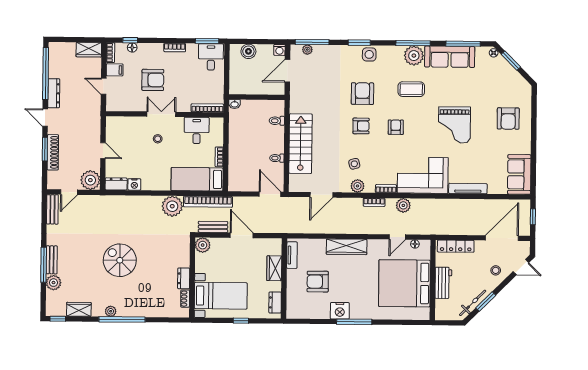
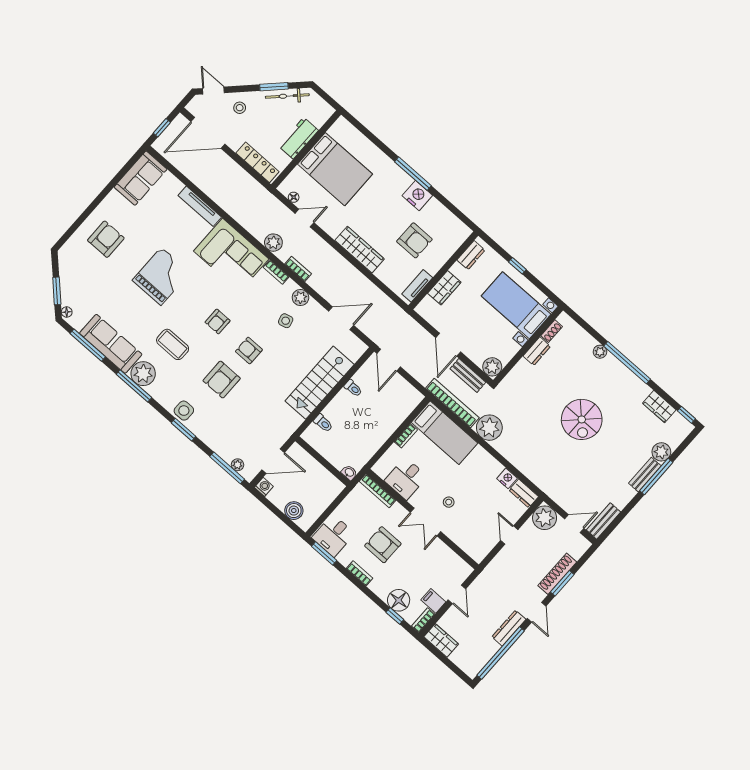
floor lamp: (132, 48) -> (399, 600), width x1.89, depth x1.89
armchair: (153, 80) -> (383, 545), moved
bed: (404, 283) -> (335, 169), width x0.73
plant: (111, 311) -> (600, 352), moved

